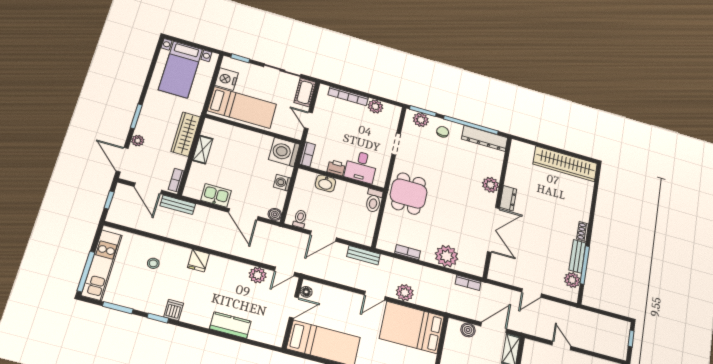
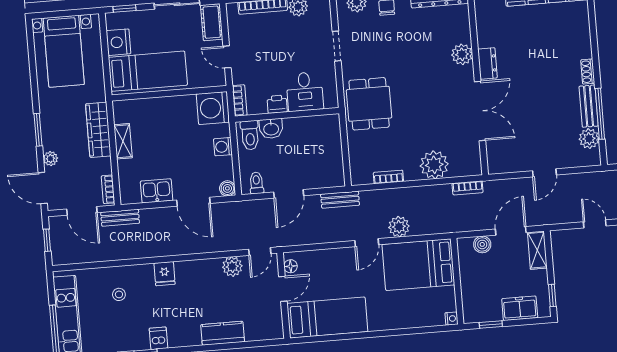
toilet: (374, 201) -> (250, 135), moved

